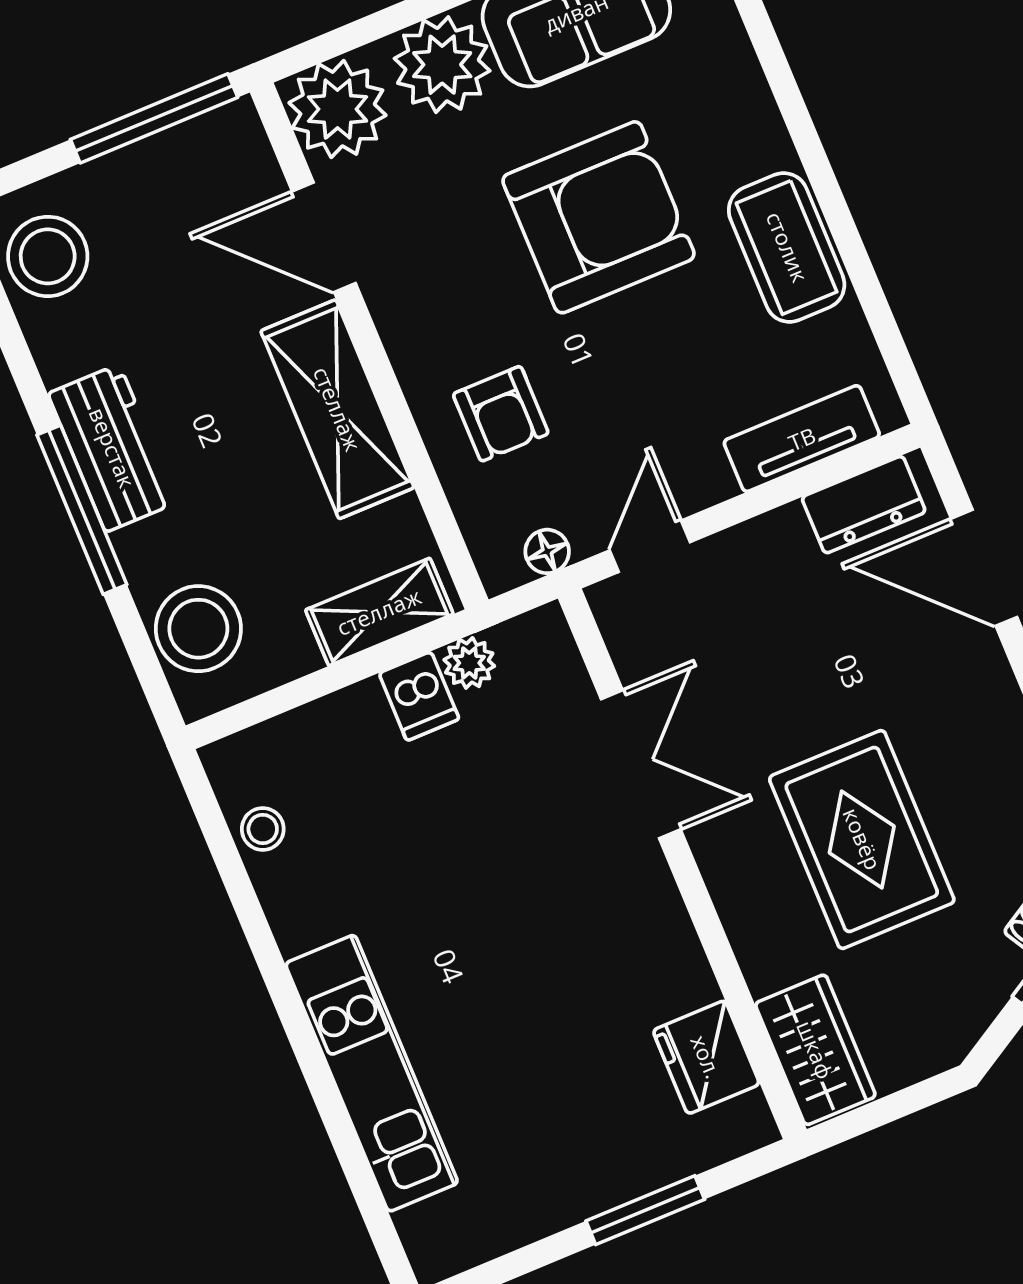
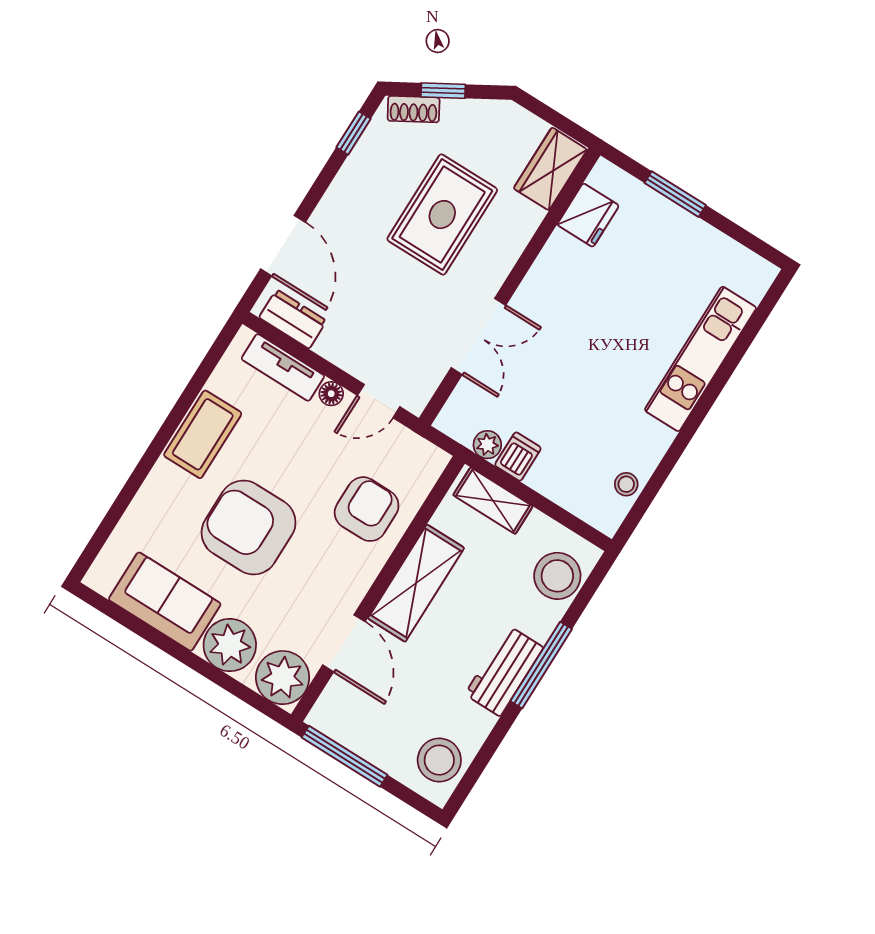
armchair: (501, 414) -> (367, 509), width x1.38, depth x1.38
floor lamp: (547, 551) -> (331, 394), moved
double door: (641, 764) -> (478, 336), swing flipped

